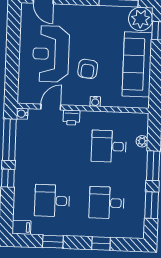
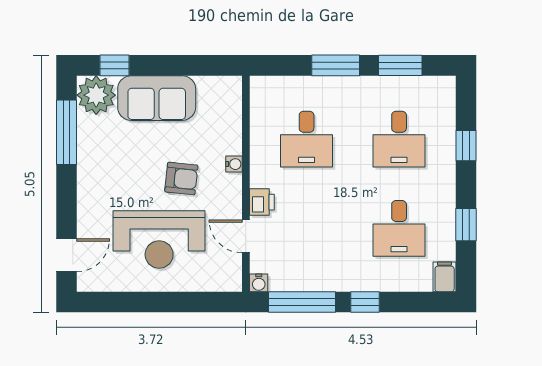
sofa: (137, 64) -> (157, 98), width x0.73
plant: (142, 141) -> (296, 85), removed

